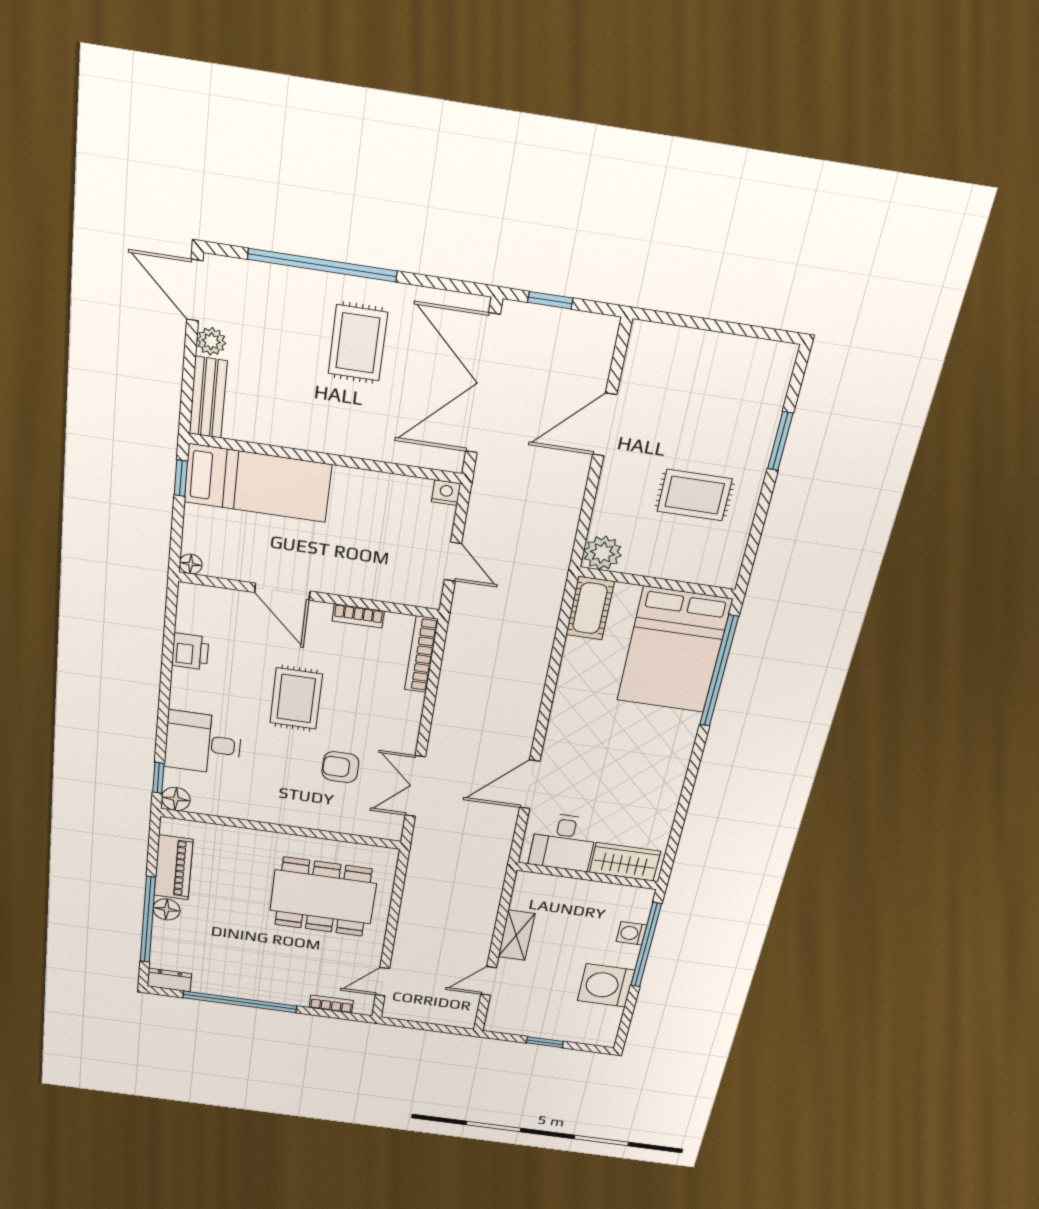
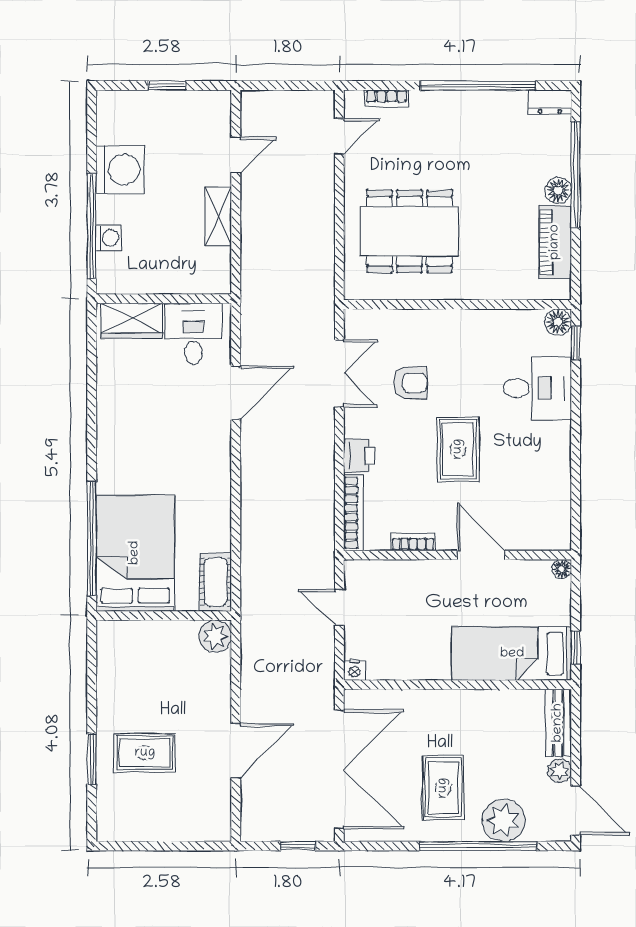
plant: (287, 292) -> (504, 820), added
rug: (695, 495) -> (145, 753), moved
printer: (190, 651) -> (359, 456), moved, turned 180

